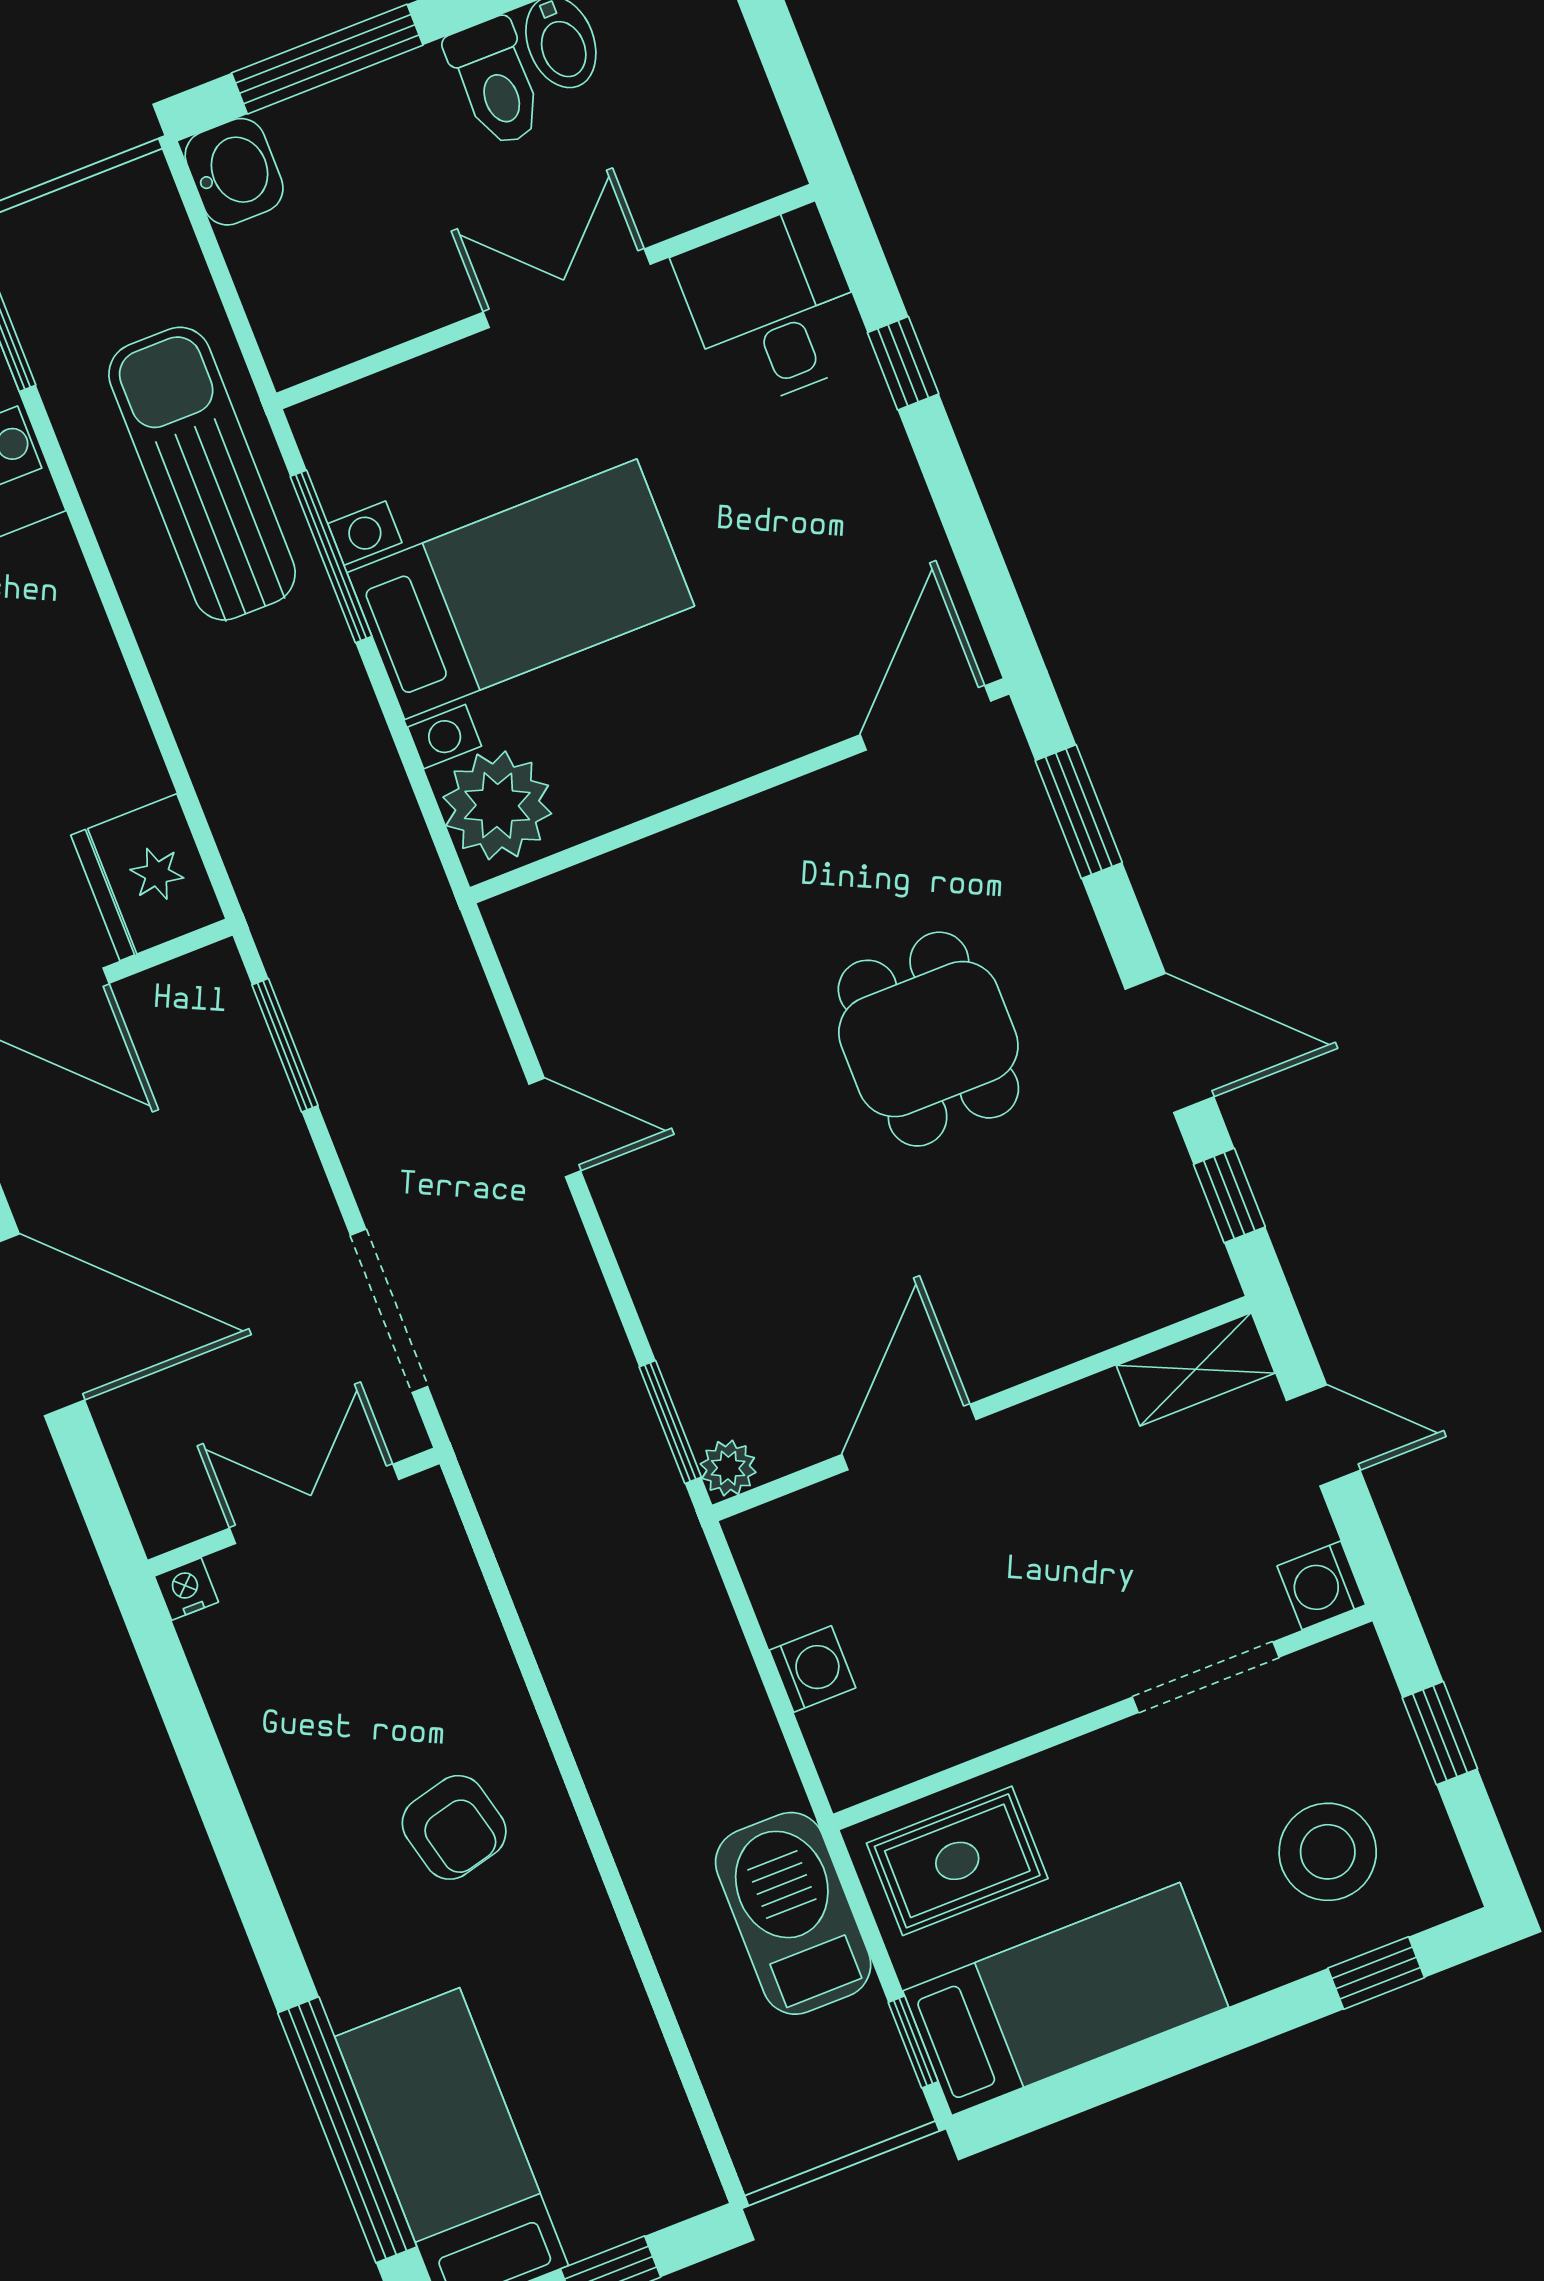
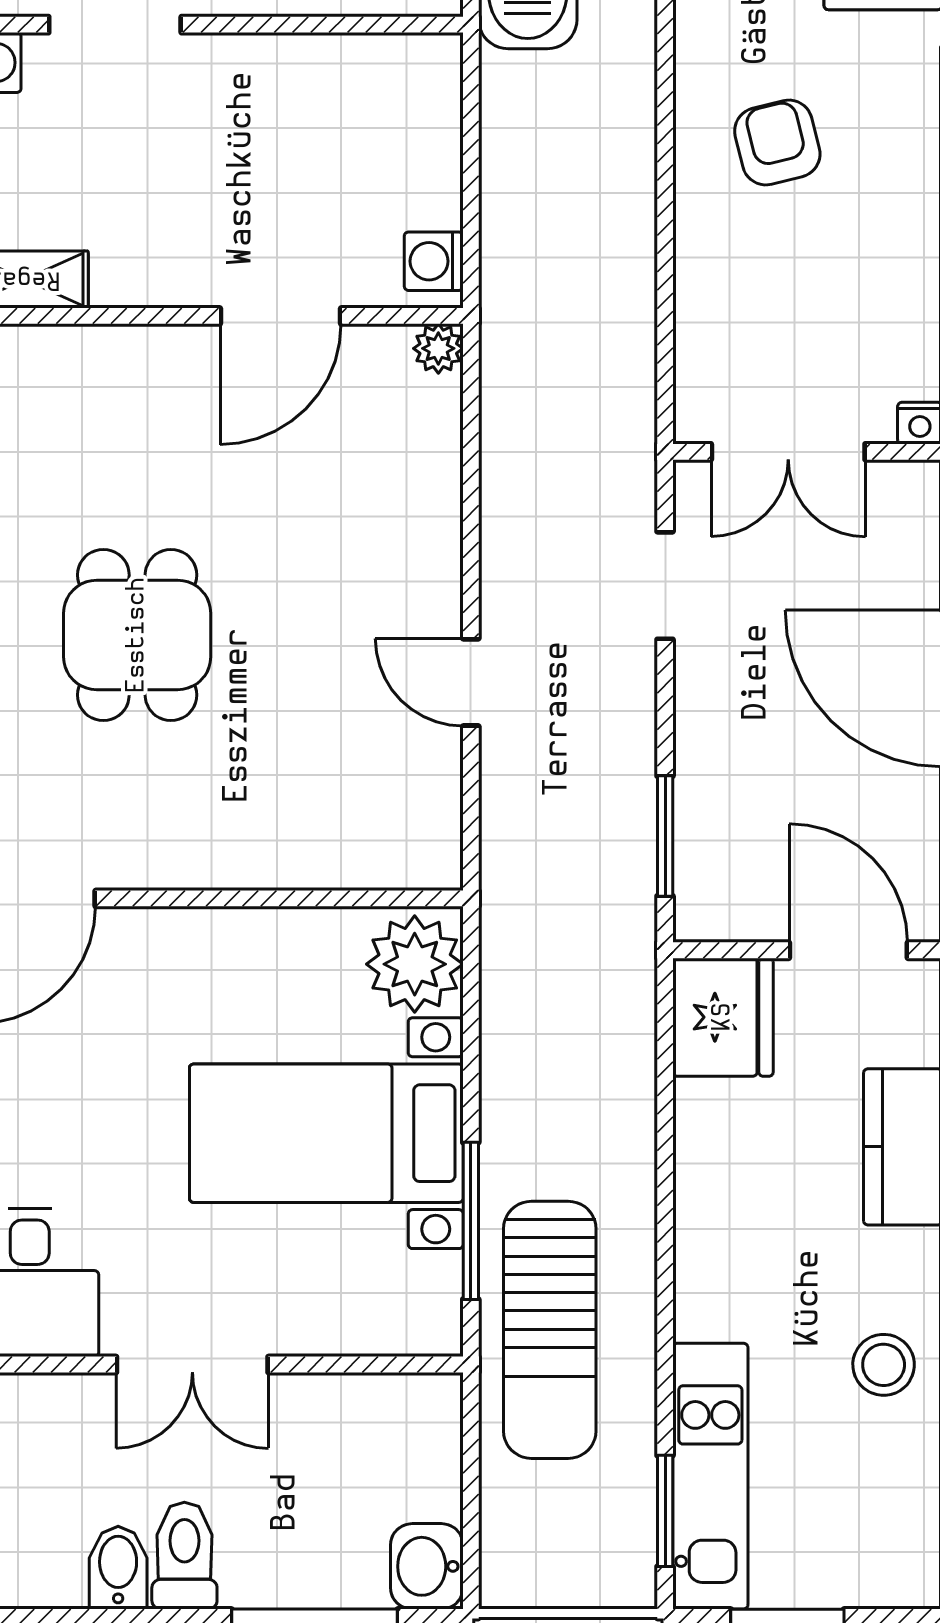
doorway: (389, 1311) -> (665, 586), width x0.73
window: (670, 1422) -> (471, 405), removed
washing machine: (812, 1669) -> (434, 261), moved

